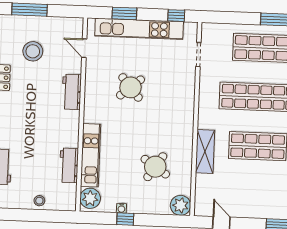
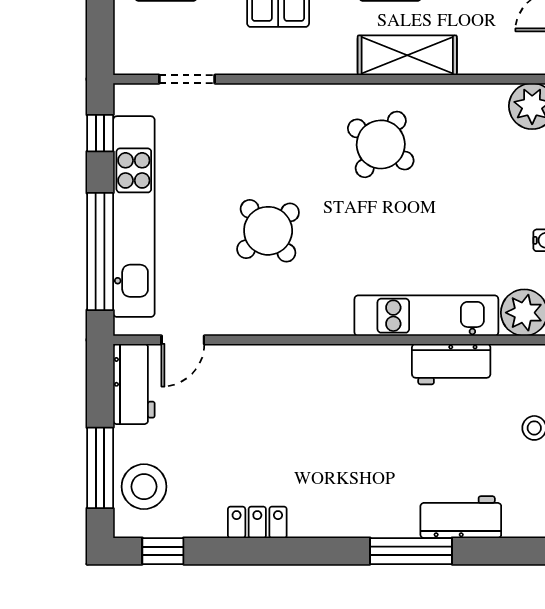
window: (124, 13) -> (100, 251), width x2.11
stool: (33, 51) -> (144, 487), moved
workbench: (72, 92) -> (134, 384), moved, turned -90
round table: (155, 167) -> (381, 144), moved

